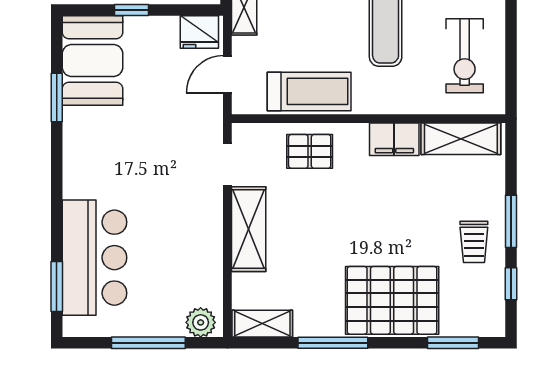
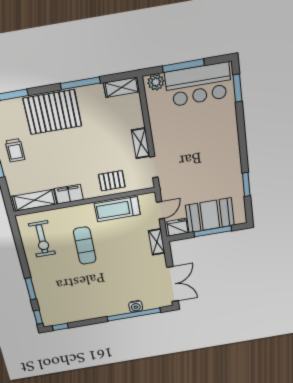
window: (132, 10) -> (213, 231), width x2.17
exercise bike: (465, 56) -> (42, 239), turned 180
booth: (93, 60) -> (210, 215), moved, turned 90
shelving: (249, 229) -> (141, 143), width x0.67, depth x0.75
trolley: (474, 242) -> (15, 150), turned 180
bar counter: (94, 258) -> (198, 85), moved, turned -90

